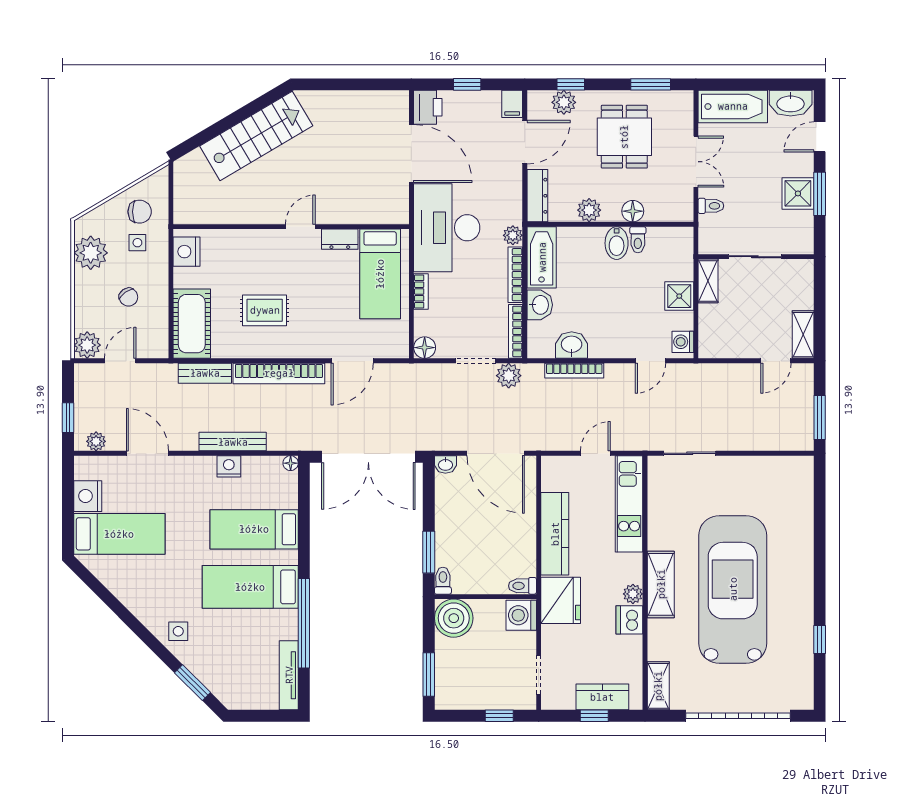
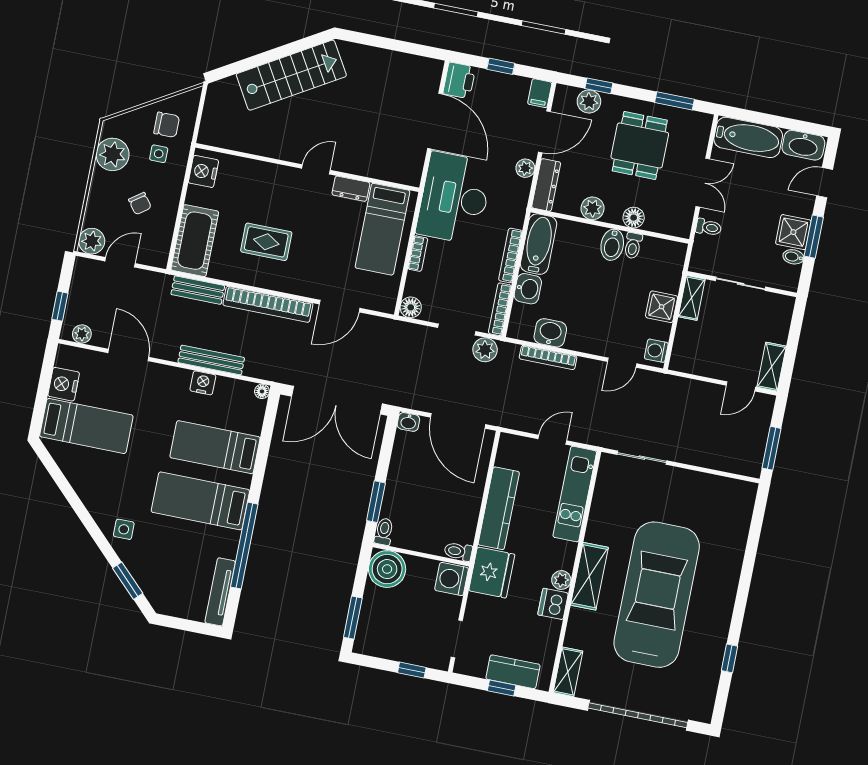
bidet: (803, 219) -> (793, 257), added
plant: (513, 235) -> (525, 168), moved

